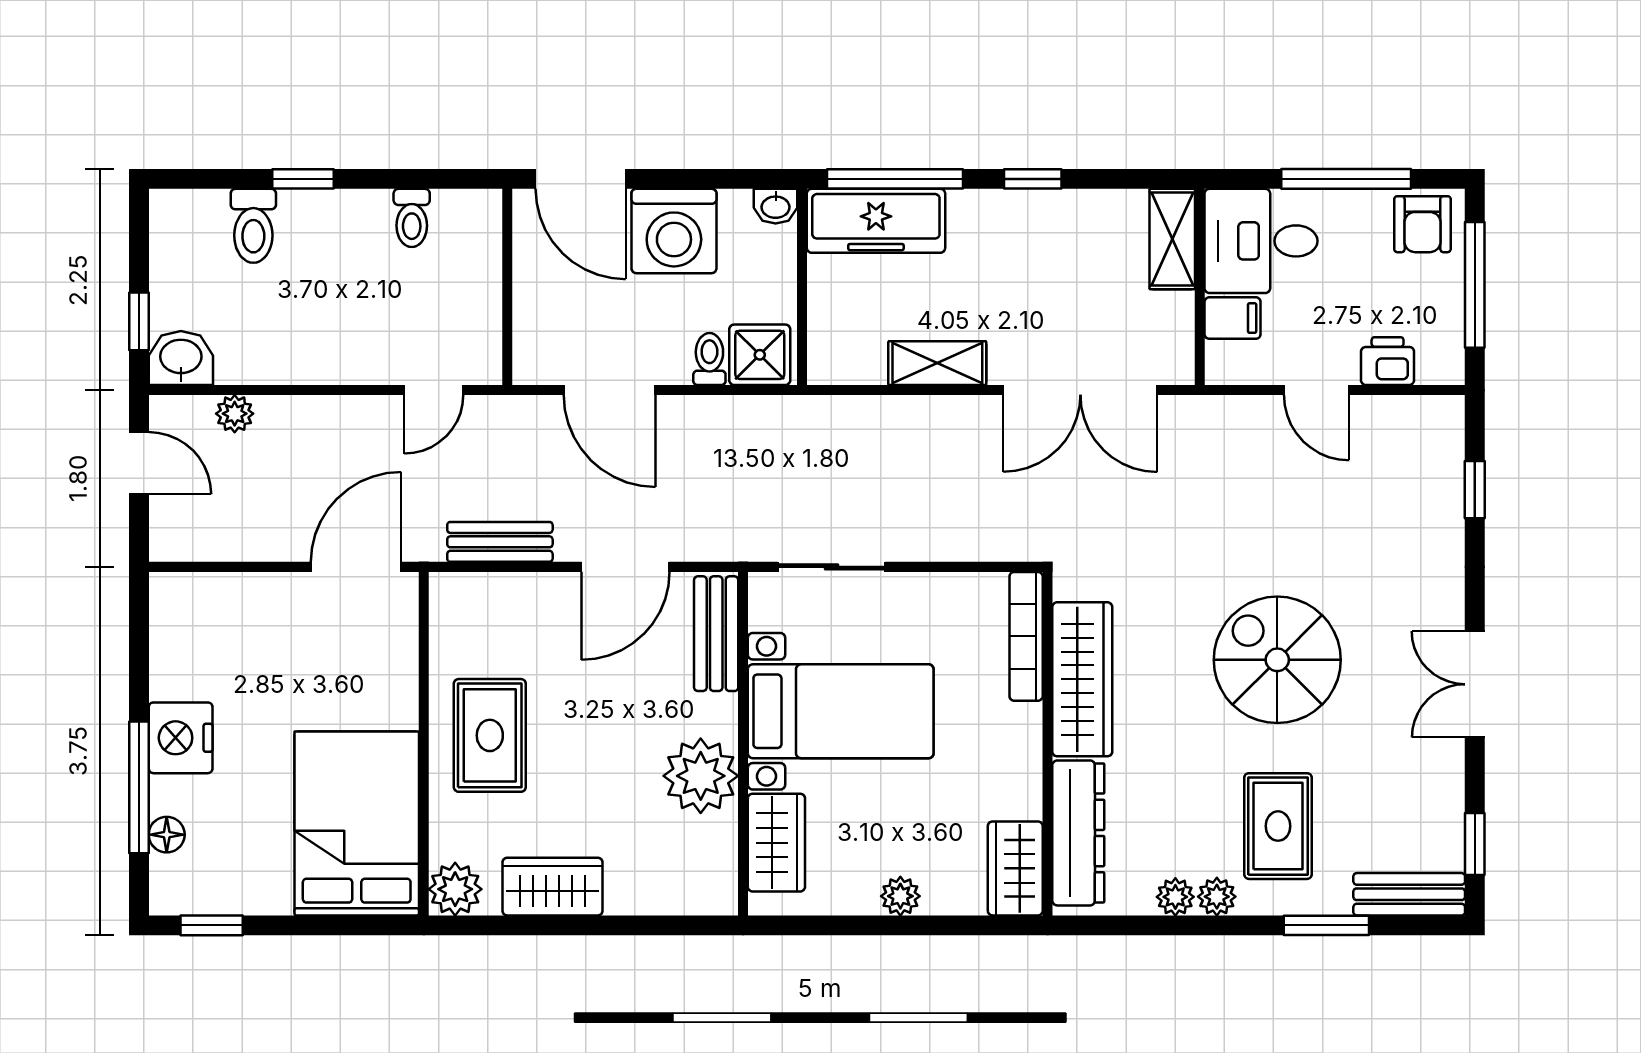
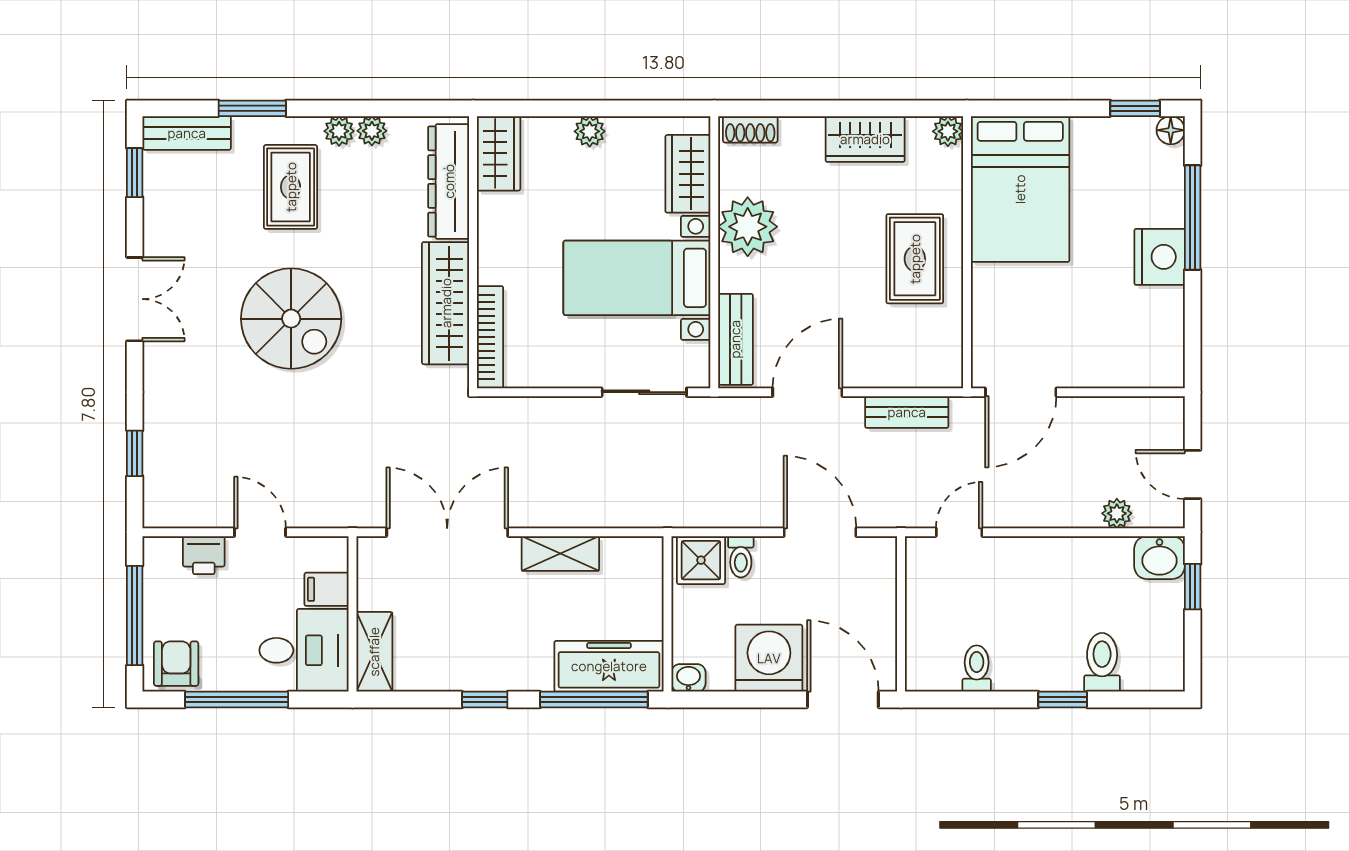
floor lamp: (167, 835) -> (1171, 130), moved
plant: (455, 889) -> (948, 131), width x0.73, depth x0.73
shoe rack: (698, 899) -> (750, 129), added

